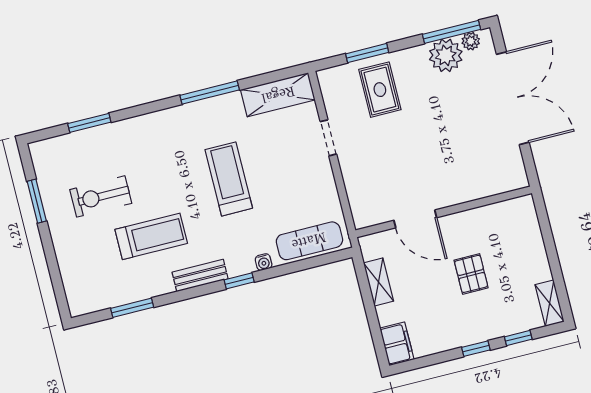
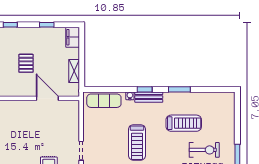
treadmill: (151, 236) -> (184, 123), turned 180
bench: (200, 276) -> (149, 97), moved
window: (132, 308) -> (179, 89), moved
window: (476, 349) -> (47, 25), moved

